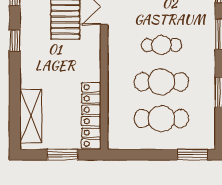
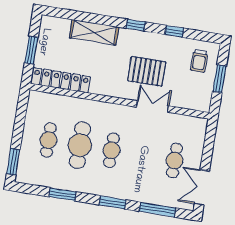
shelving: (31, 116) -> (94, 32), moved
cafe table: (161, 119) -> (48, 140), width x0.73, depth x0.74

